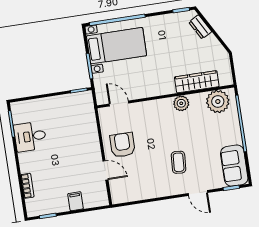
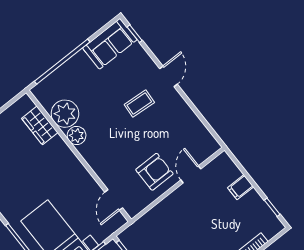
wardrobe: (197, 82) -> (40, 125), width x0.67
plant: (218, 101) -> (65, 114), moved
armchair: (123, 145) -> (154, 172), turned 180
door: (198, 193) -> (168, 76), moved

